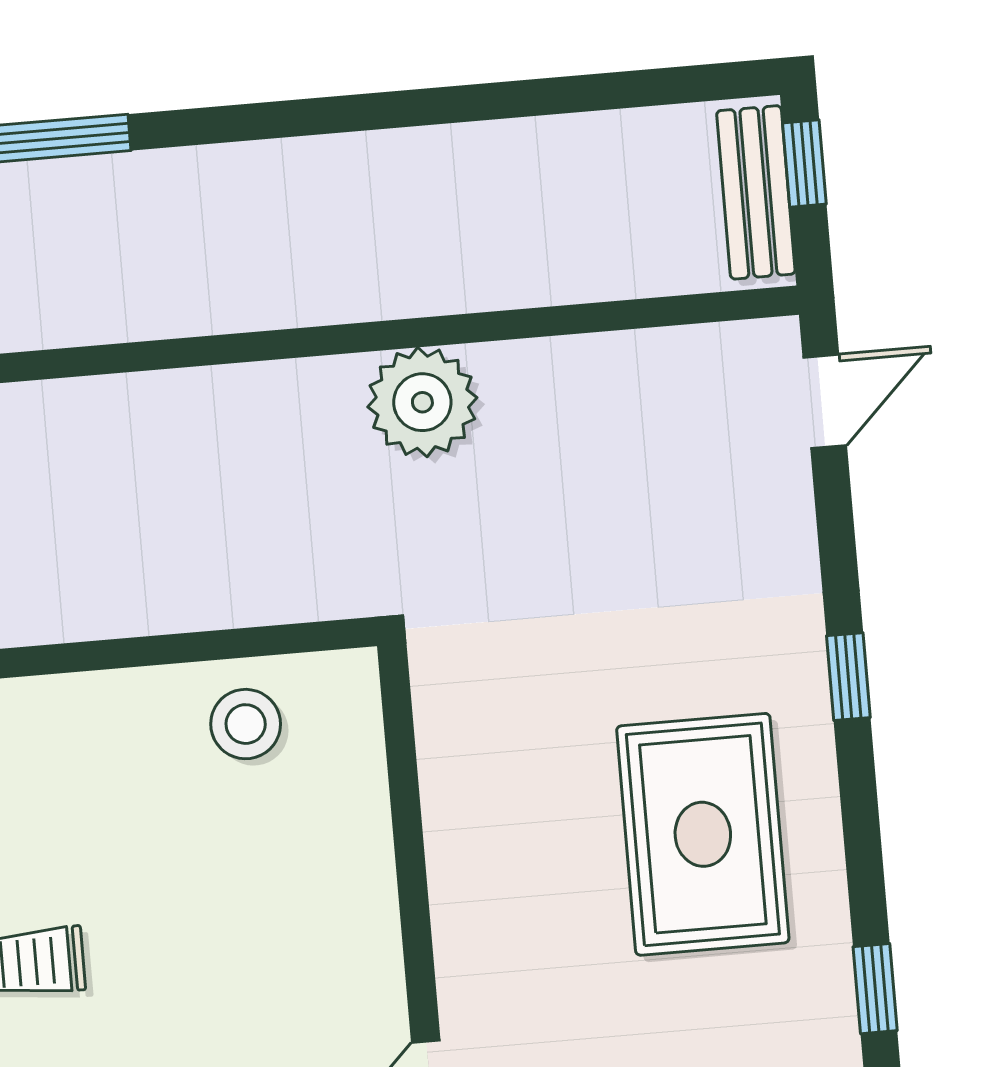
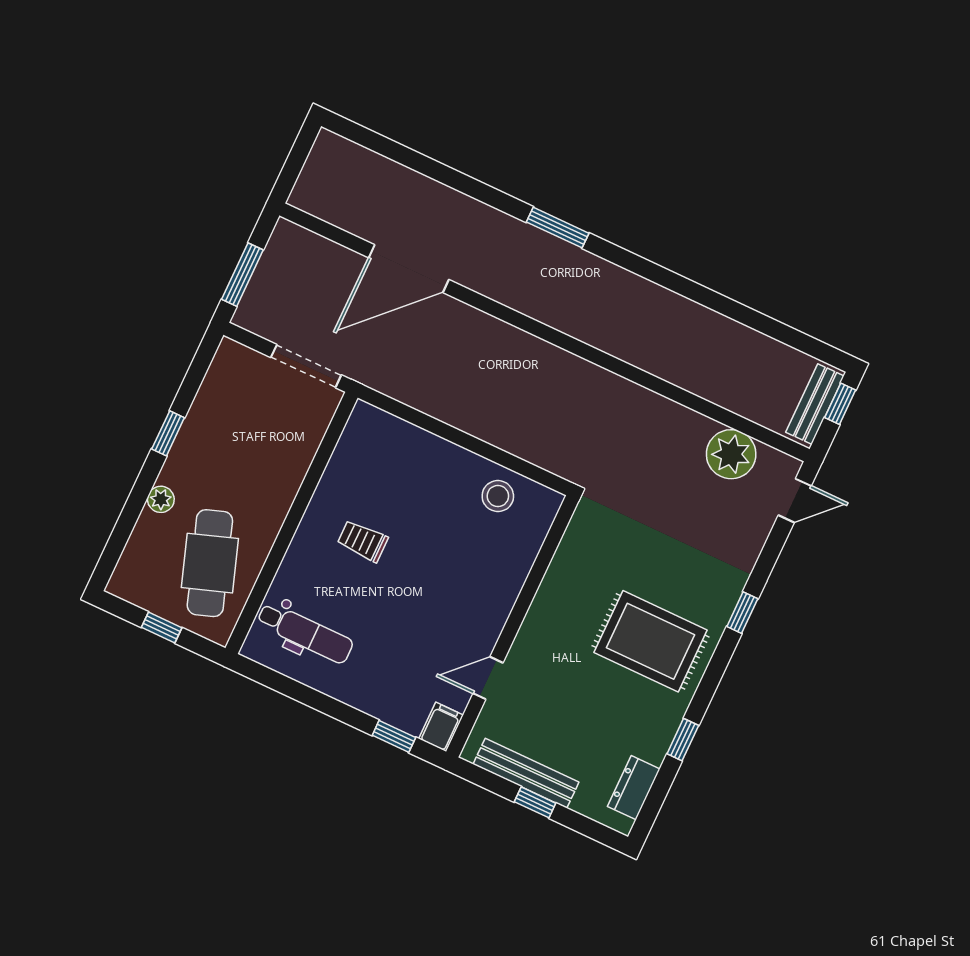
plant: (422, 402) -> (731, 454), moved
rug: (703, 834) -> (651, 641), turned 90

